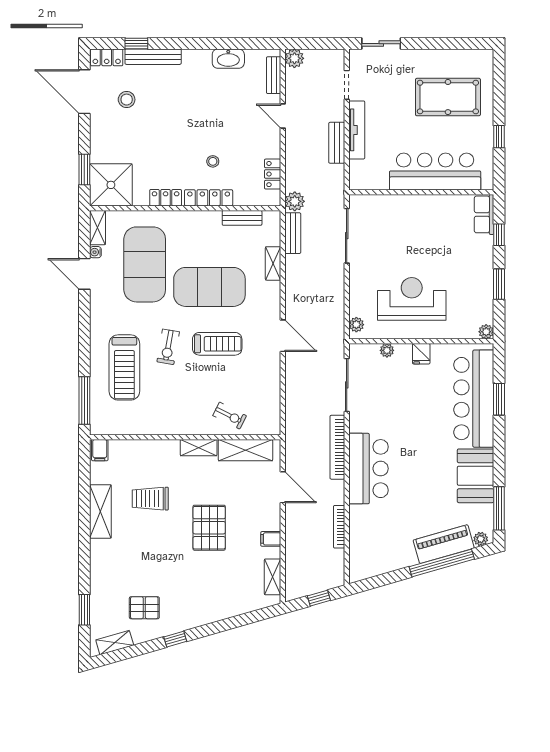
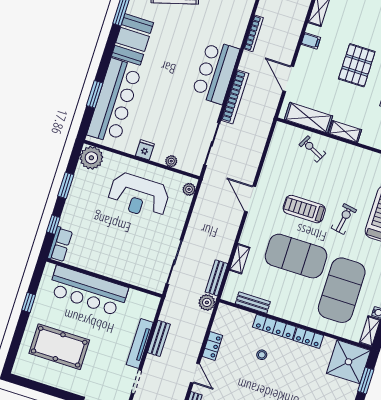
locker: (273, 174) -> (212, 346), moved
plant: (486, 332) -> (91, 158), width x1.87, depth x1.87

